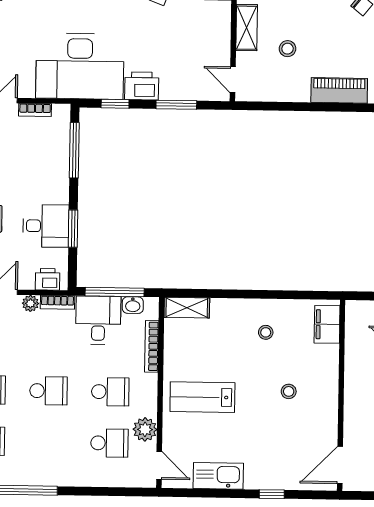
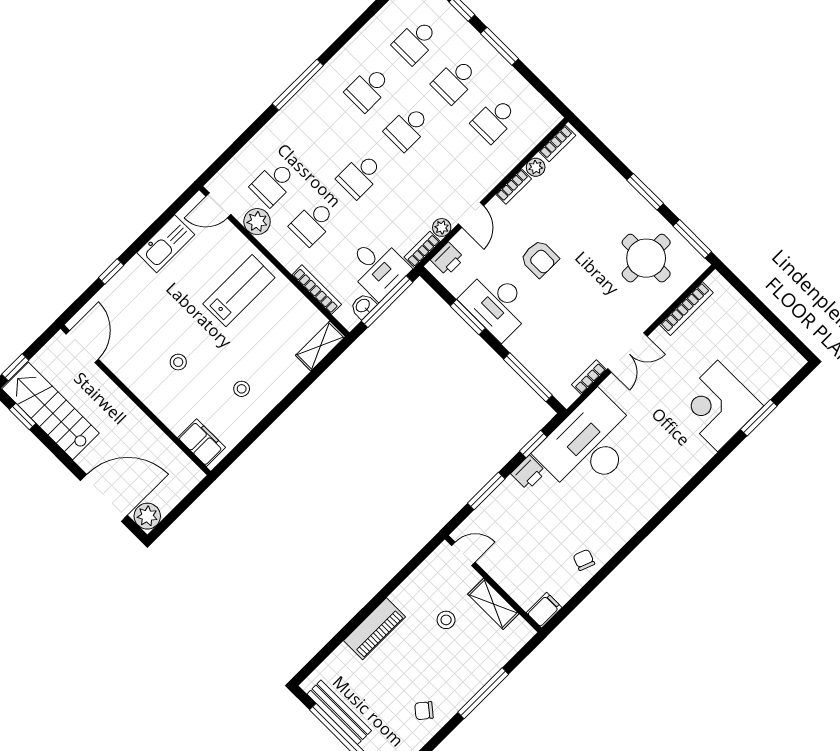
printer: (142, 86) -> (528, 473), width x0.73, depth x0.81
desk: (46, 226) -> (496, 304), width x1.37

